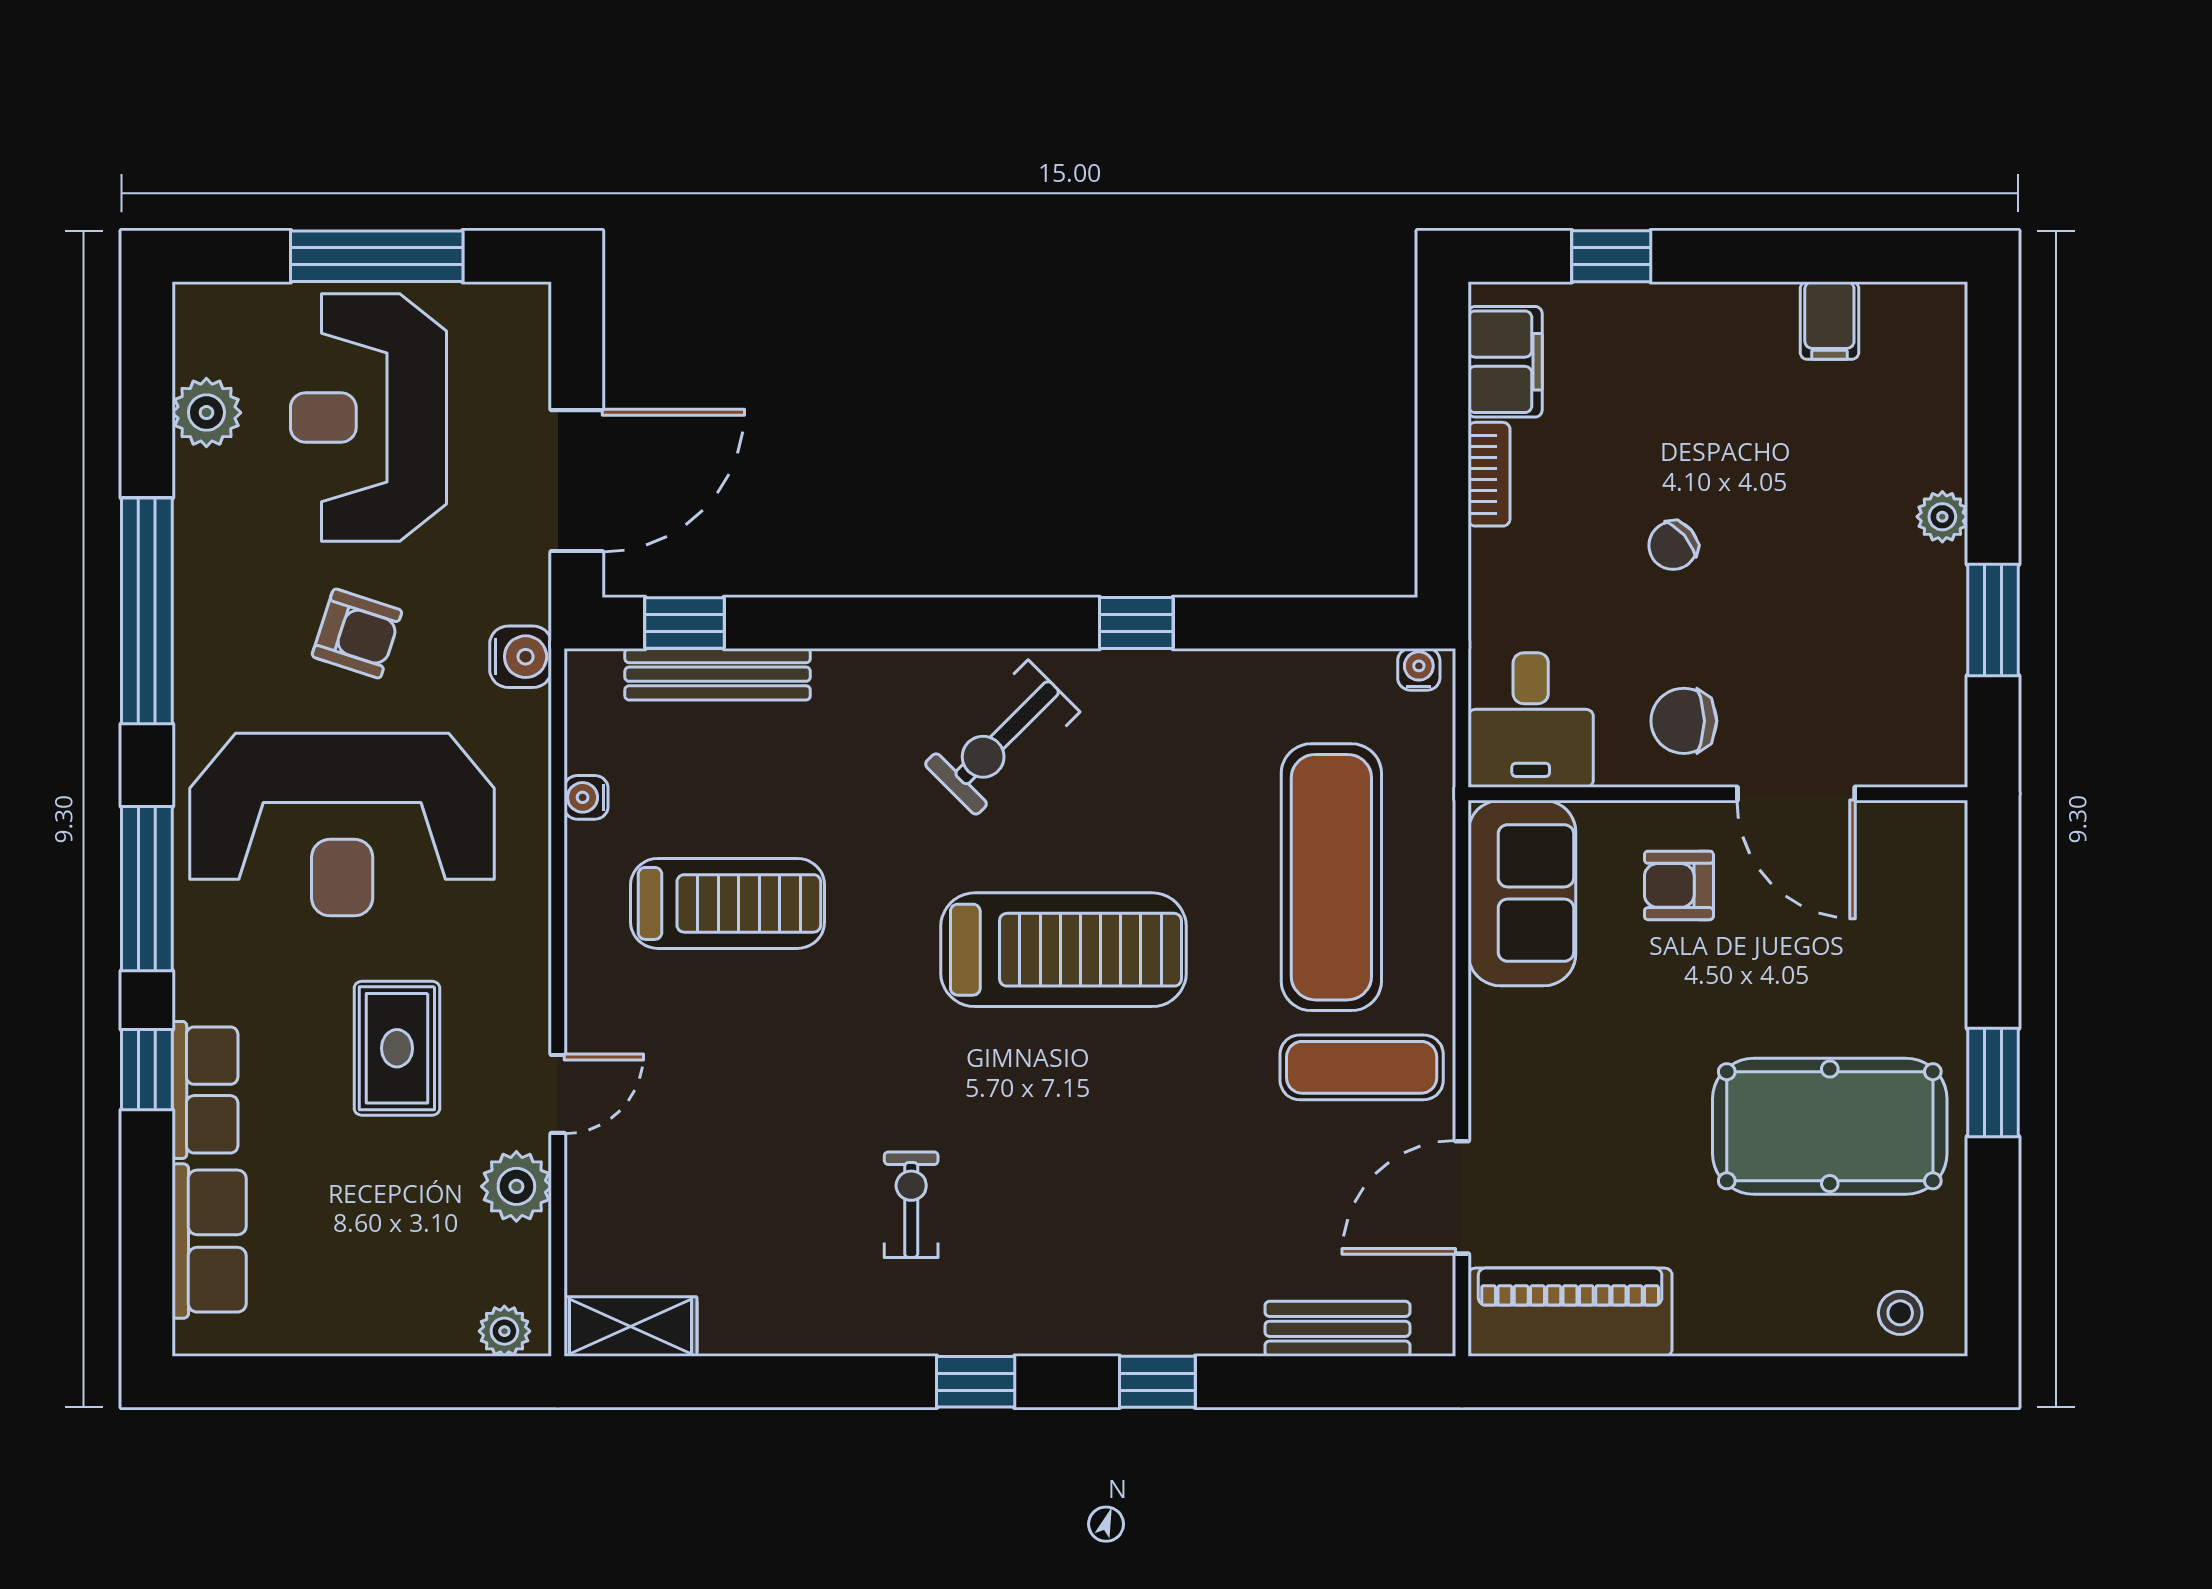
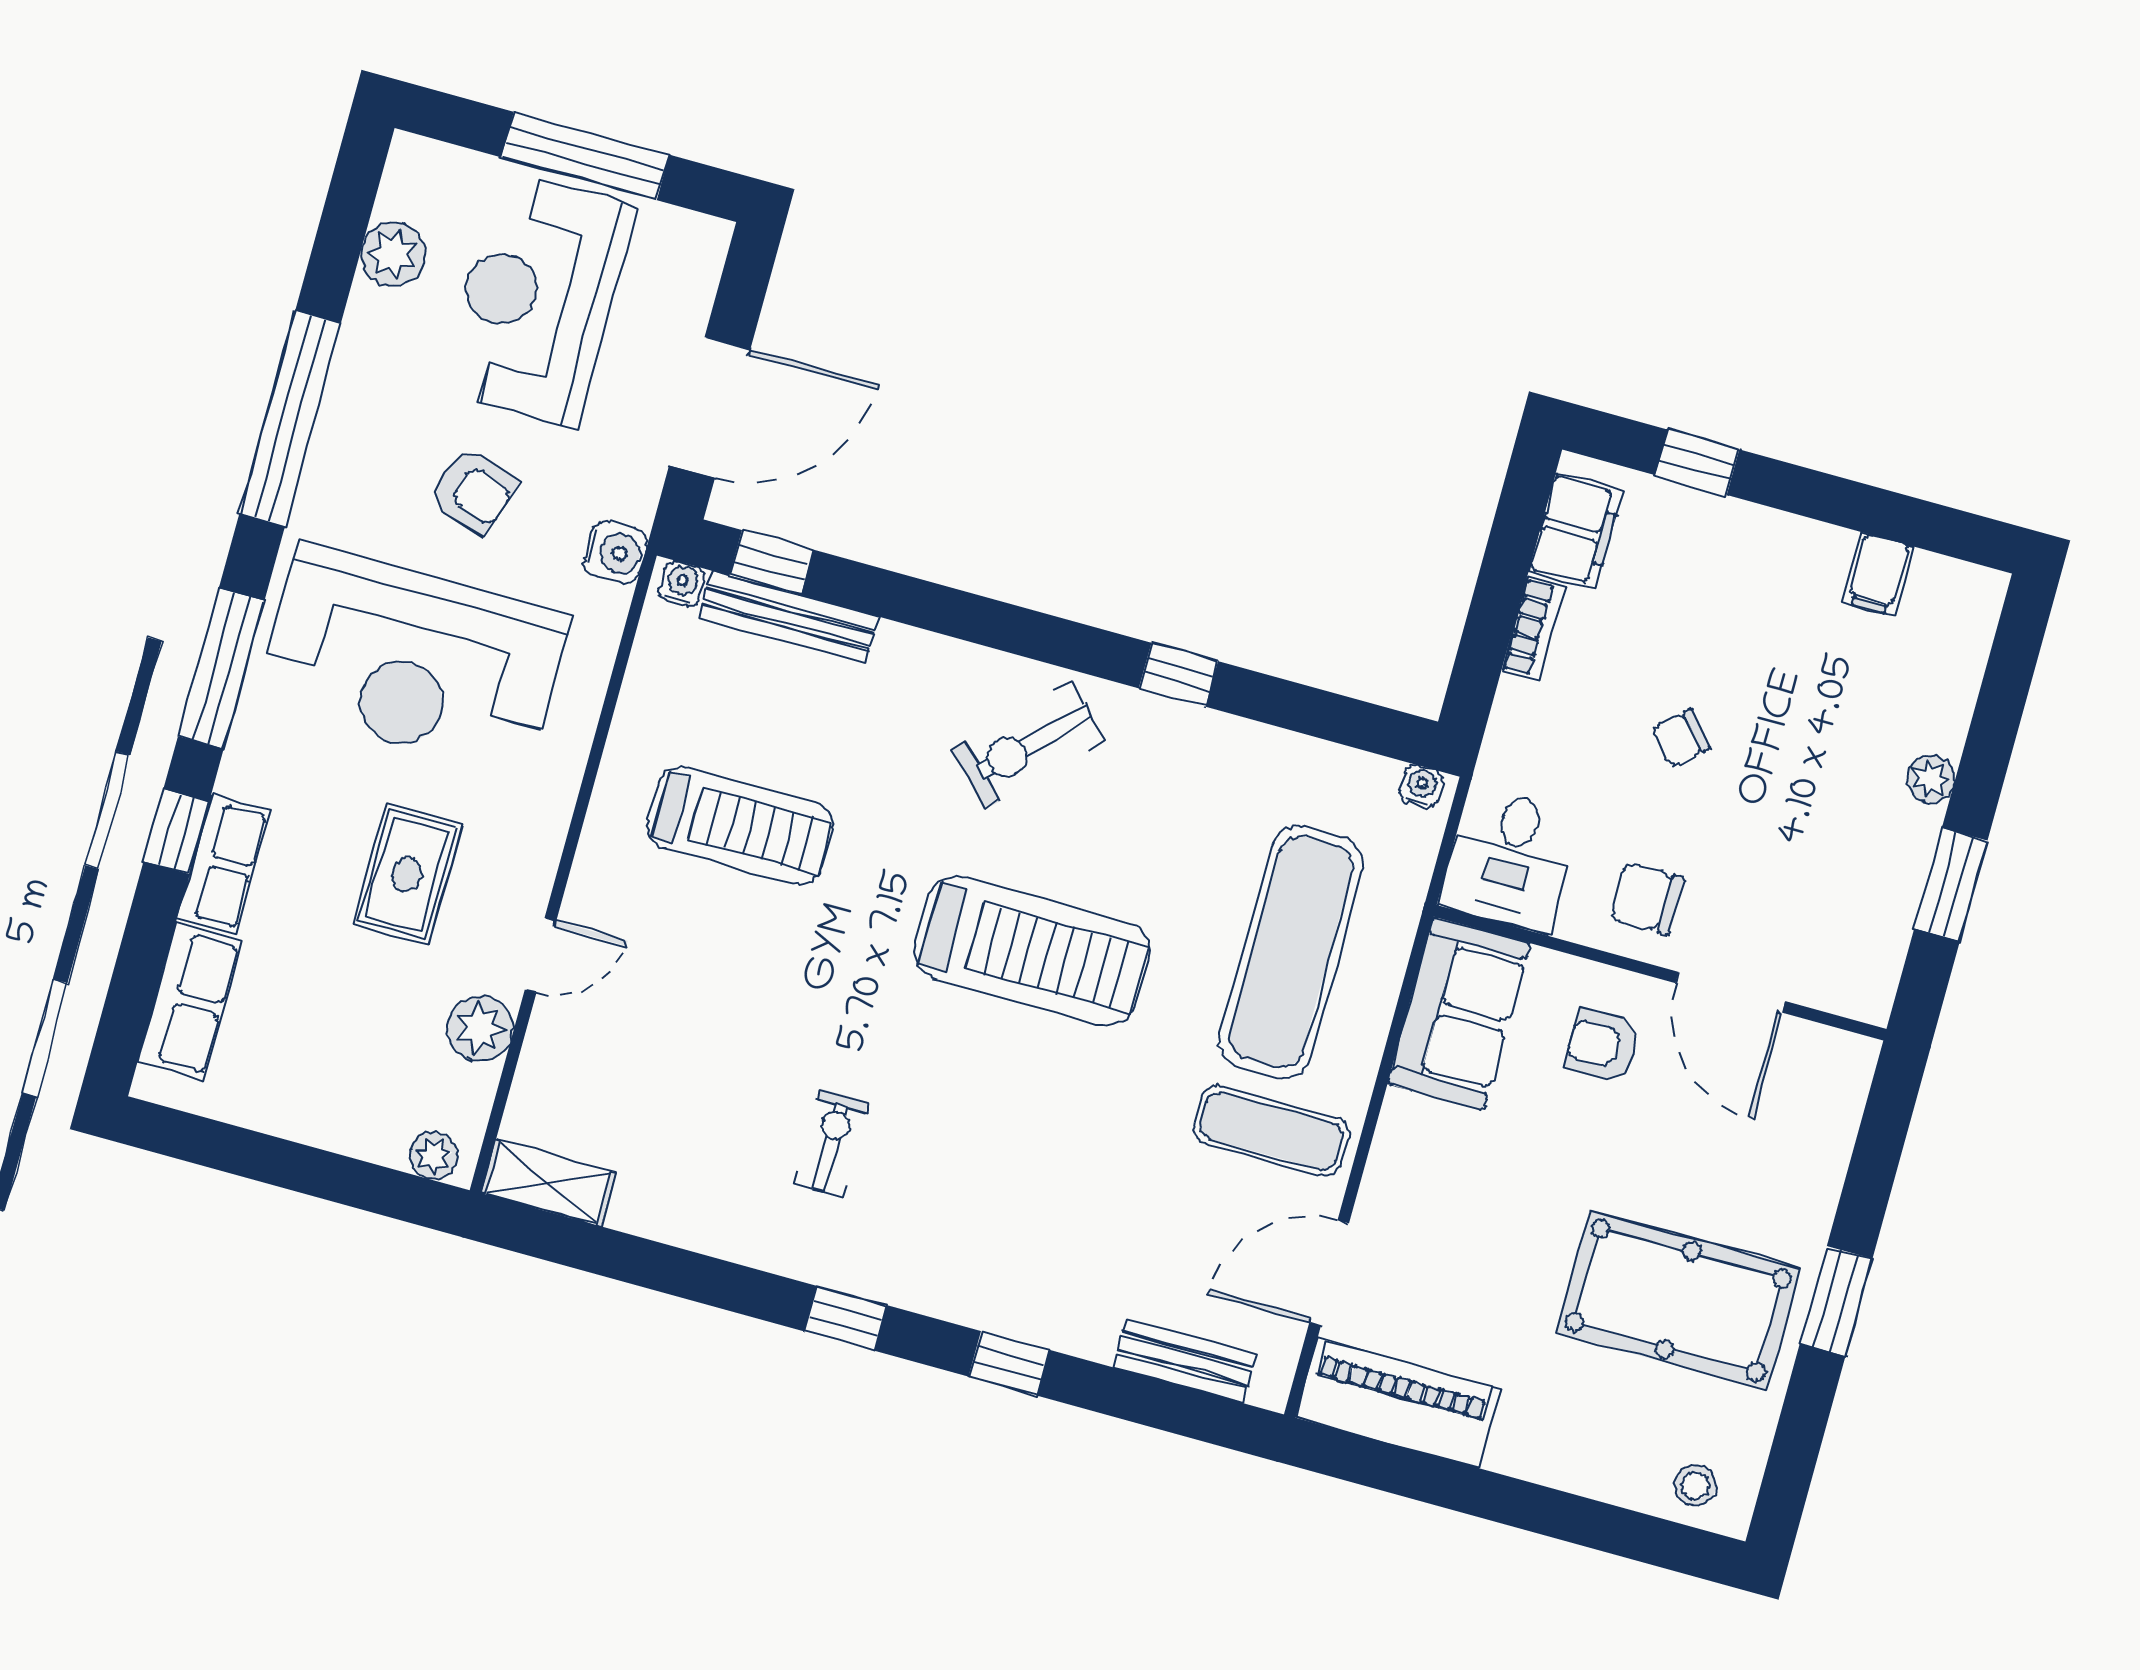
water cooler: (586, 797) -> (682, 584), moved, turned 90

